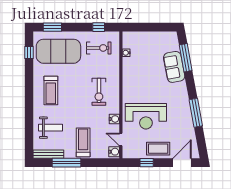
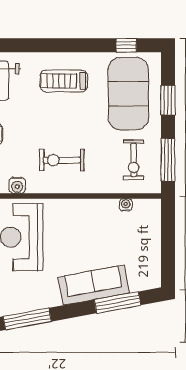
window: (52, 27) -> (168, 100), moved
window: (99, 27) -> (168, 160), width x2.17
sofa: (174, 67) -> (94, 285), width x1.36

